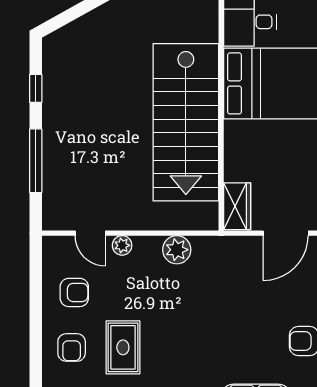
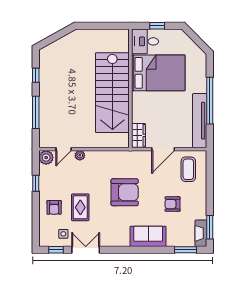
door: (90, 233) -> (64, 149), hinge flipped
plant: (177, 250) -> (46, 158), moved
armchair: (74, 292) -> (125, 192), moved, width x1.88, depth x1.88
window: (36, 300) -> (36, 183), added

